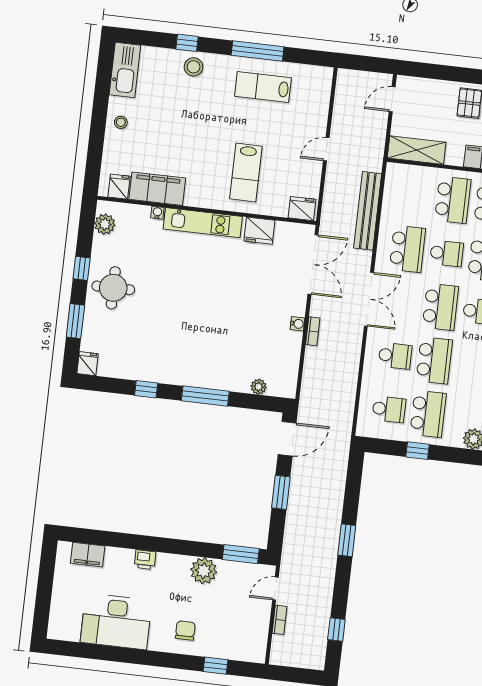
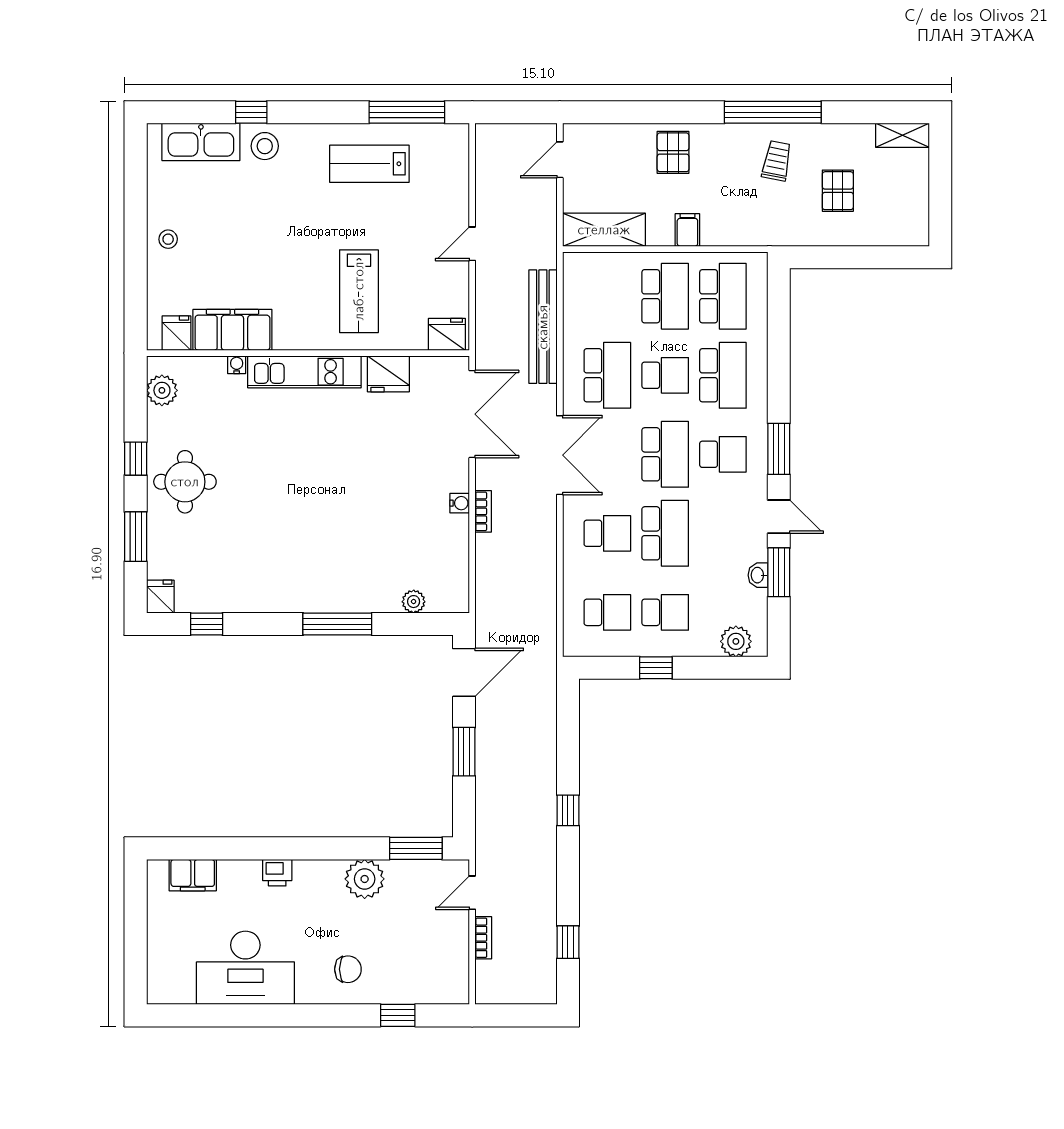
window: (258, 51) -> (407, 112), moved
kitchen sink: (125, 70) -> (201, 142), moved, turned 90
window: (146, 389) -> (207, 624), moved
school desk: (428, 414) -> (665, 612), width x0.54
window: (347, 540) -> (568, 810), width x0.67
chair: (185, 631) -> (348, 969), turned 90

